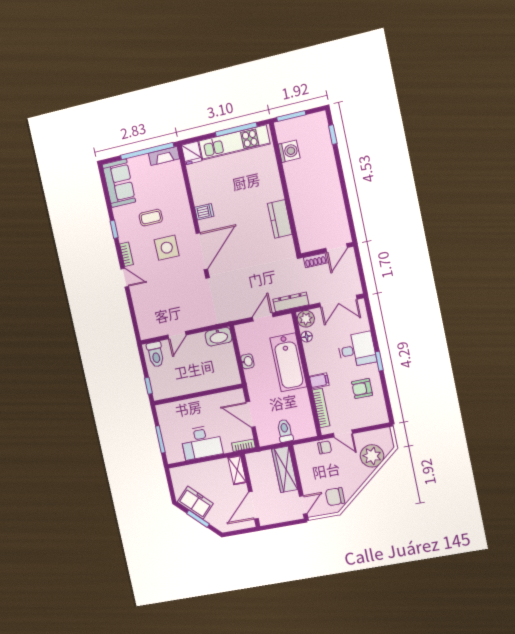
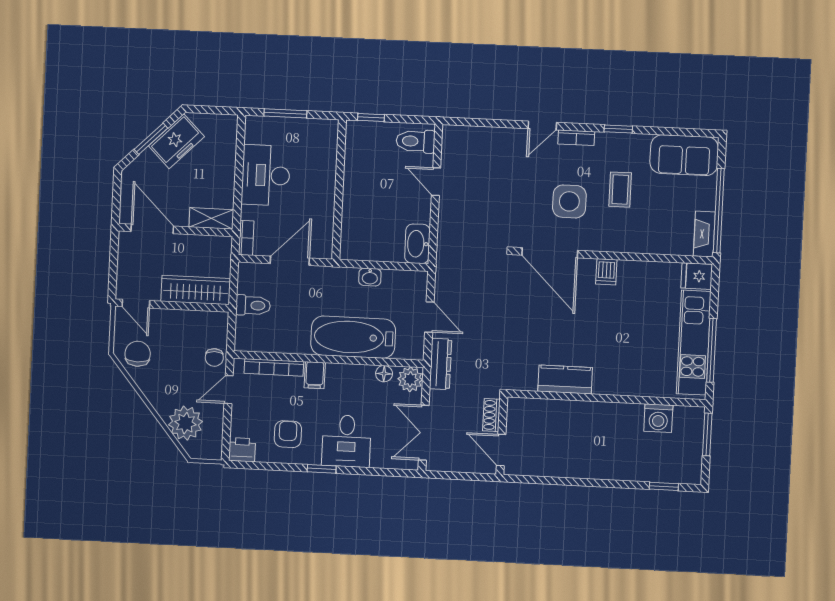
printer: (380, 416) -> (242, 450), added

